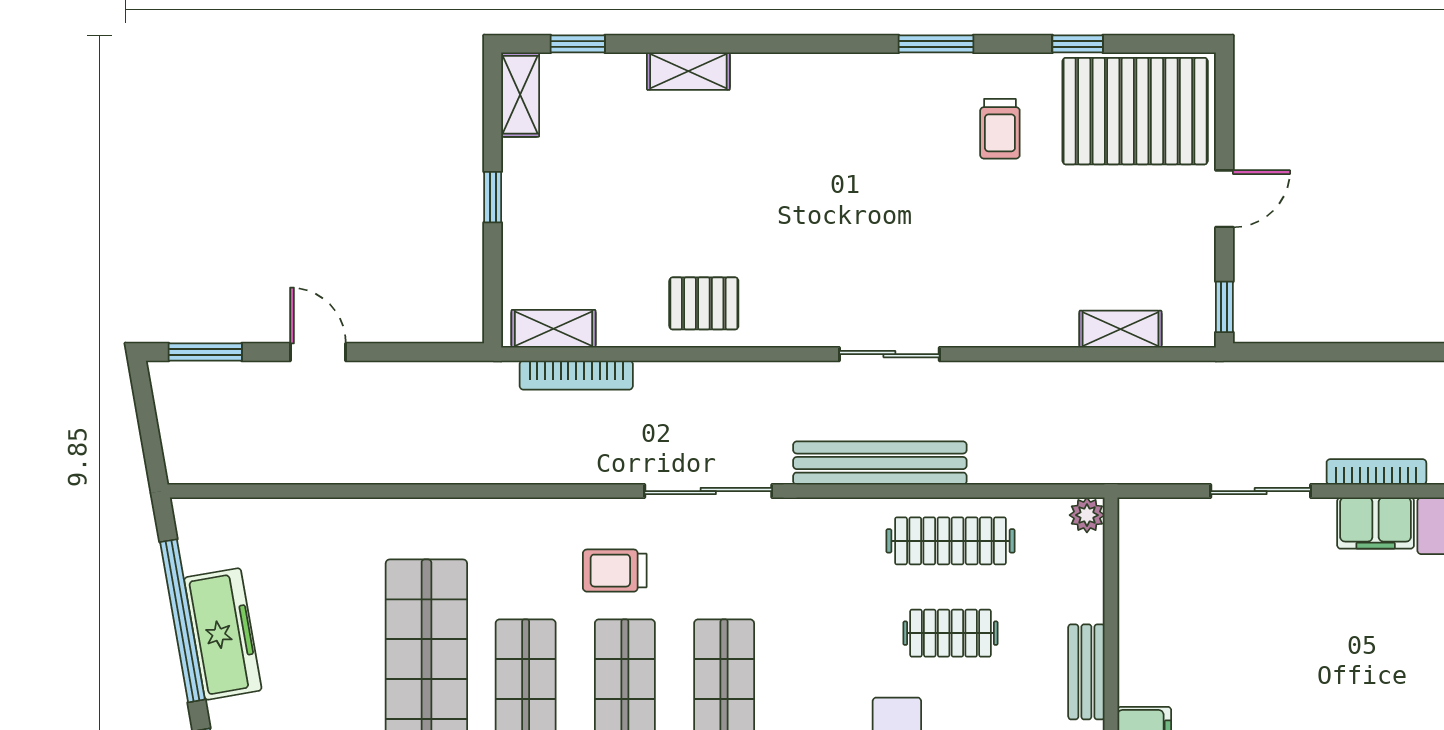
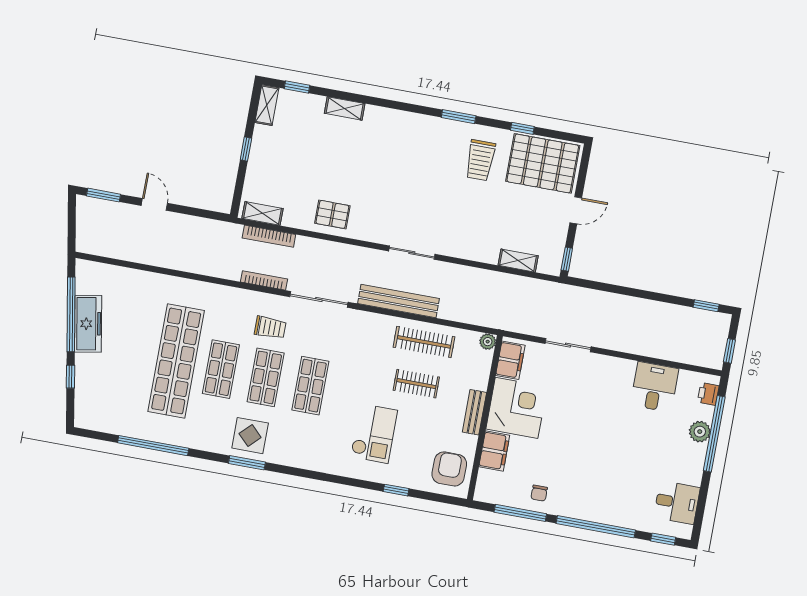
trolley: (1000, 129) -> (480, 160), width x1.36, depth x1.39
bookcase: (1376, 472) -> (264, 280), moved
filing cabinet: (1376, 523) -> (510, 360), moved, turned -90
trolley: (615, 571) -> (270, 328), turned 180
corner desk: (1175, 646) -> (517, 408), added

